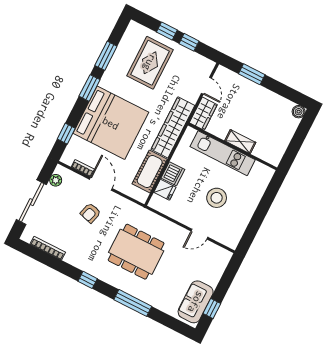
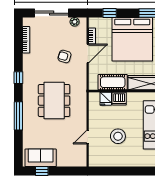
door: (199, 234) -> (88, 137), hinge flipped

